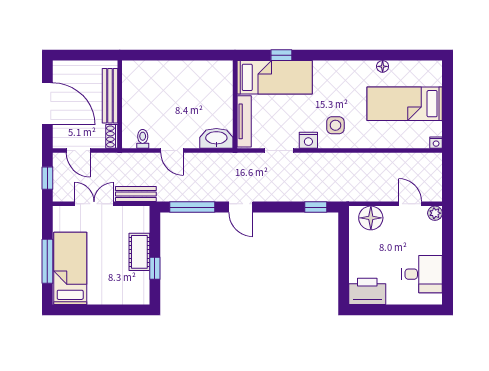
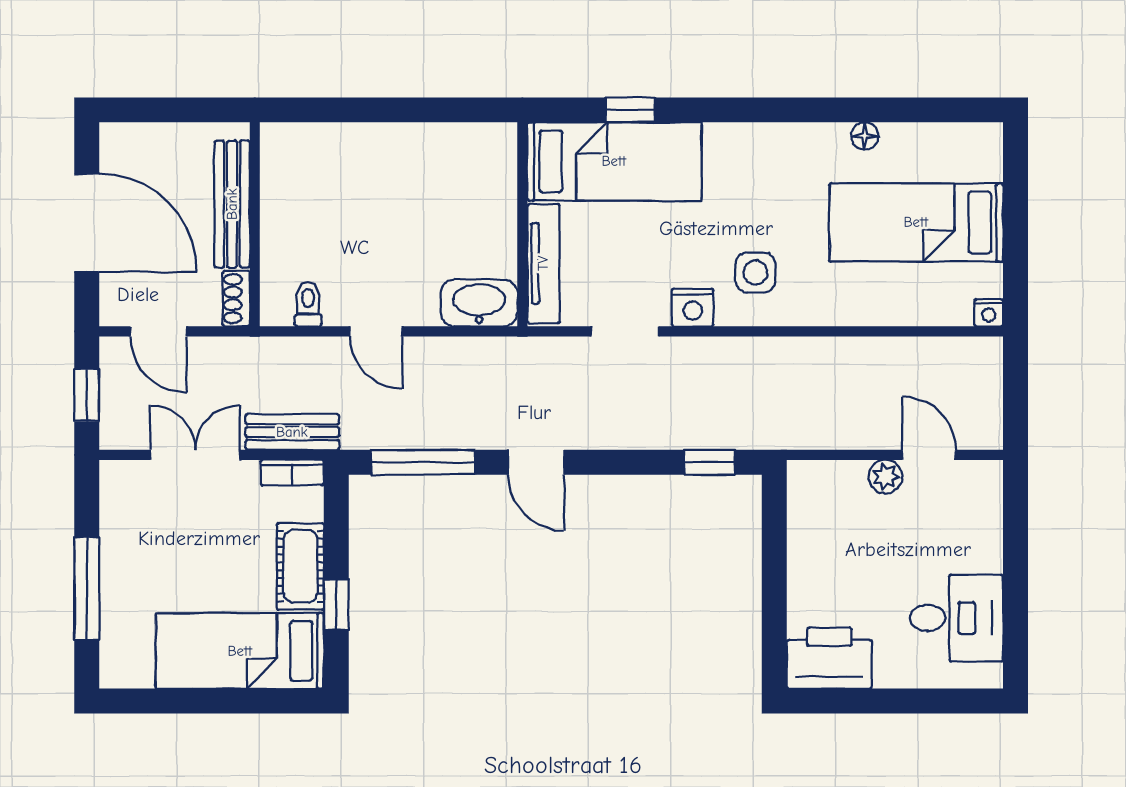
bookcase: (136, 211) -> (292, 472), added
plant: (435, 213) -> (885, 477), moved
floor lamp: (371, 218) -> (837, 488), removed
bed: (70, 268) -> (240, 651), moved, turned -90

